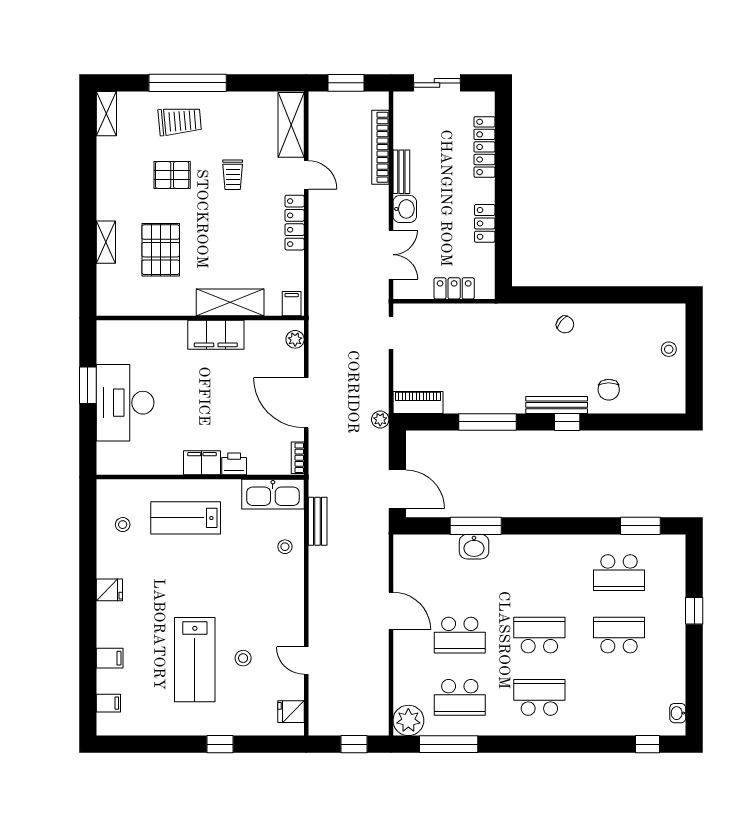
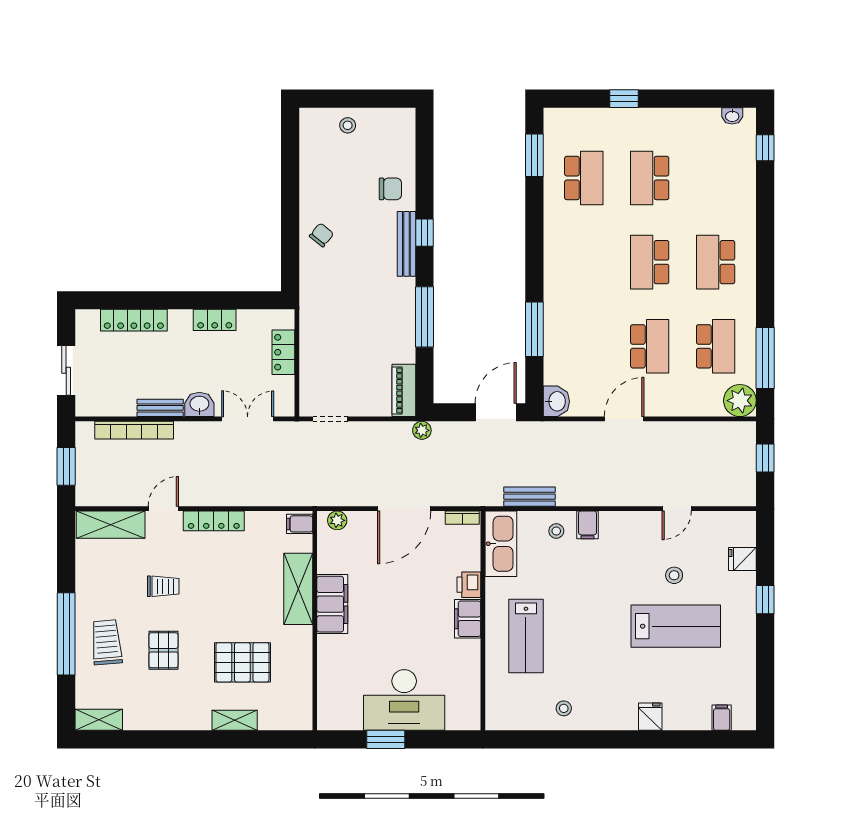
stool: (123, 525) -> (564, 708), moved
washbasin: (474, 547) -> (556, 401), moved
fridge: (109, 590) -> (650, 717), moved
filing cabinet: (110, 658) -> (588, 525), moved, turned 180
fridge: (291, 712) -> (742, 559), moved, turned 90

